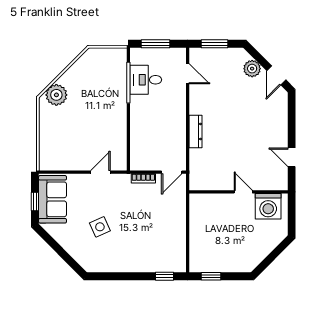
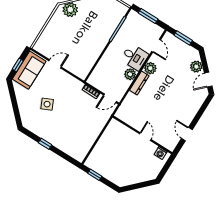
desk: (146, 80) -> (135, 57), moved, turned 180
plant: (198, 105) -> (150, 68), added
plant: (178, 128) -> (130, 74), added
door: (100, 172) -> (55, 64), moved
washing machine: (268, 206) -> (161, 153), width x0.53, depth x0.53
window: (165, 276) -> (45, 144), moved

